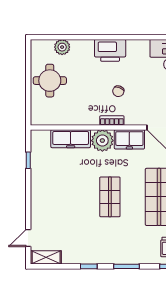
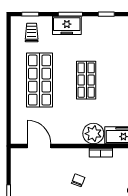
bookcase: (112, 120) -> (101, 153), moved
freezer: (129, 139) -> (67, 25), moved, turned 180

